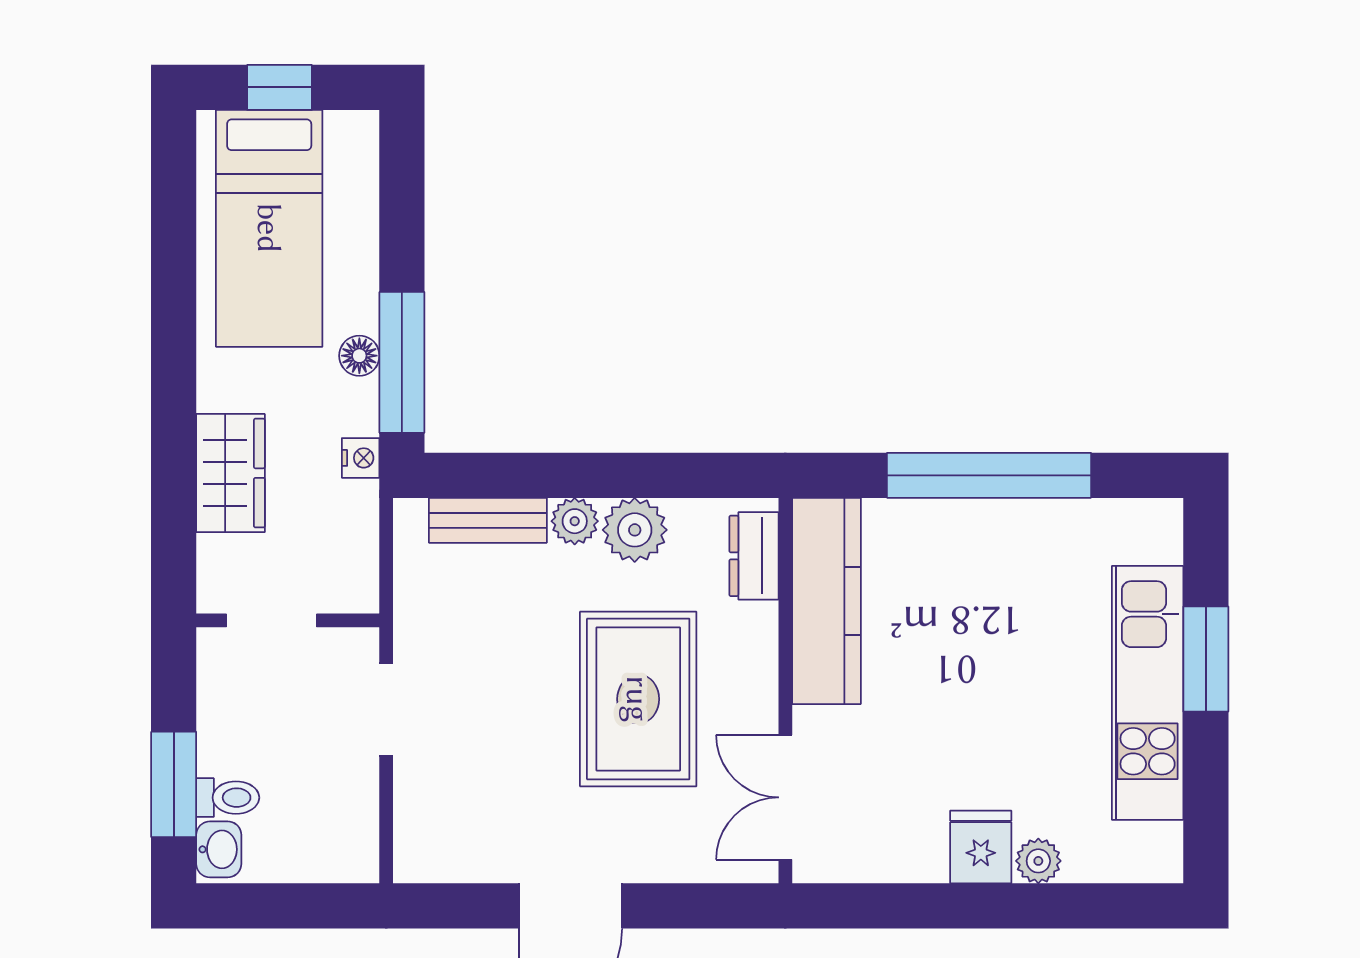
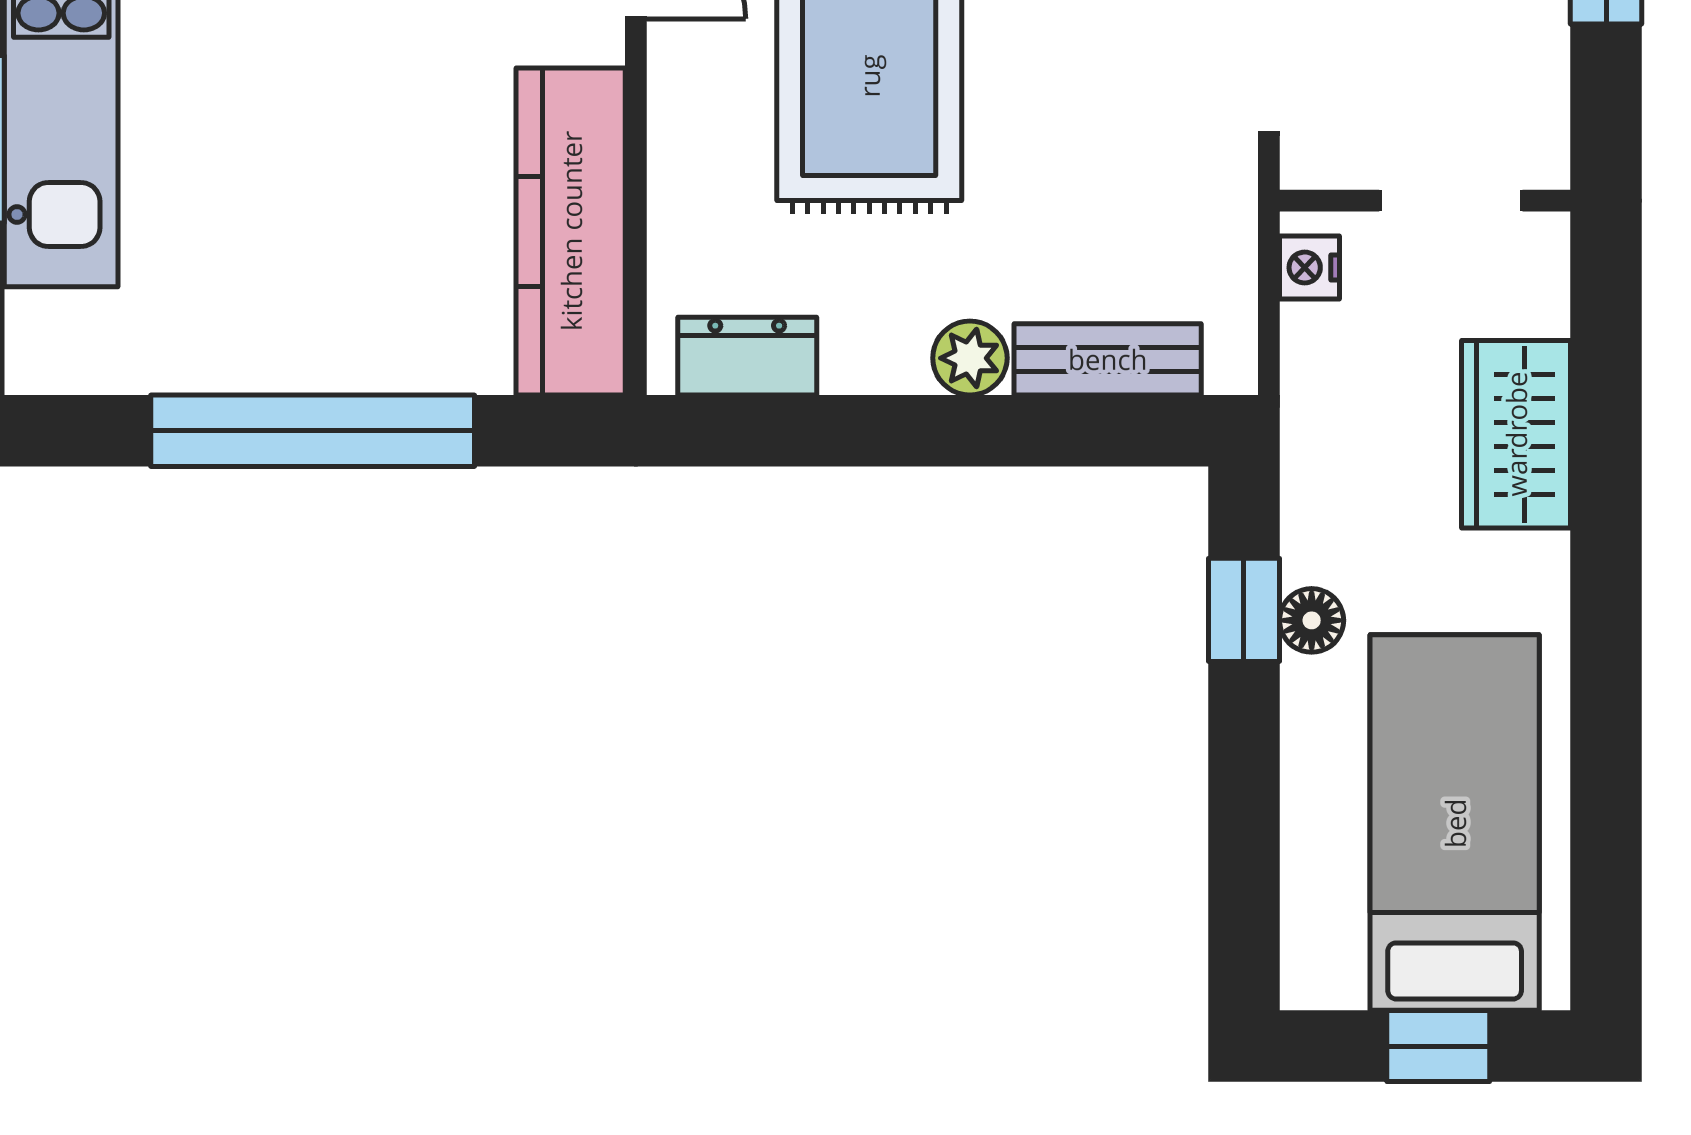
window: (402, 362) -> (1244, 610), width x0.46
nightstand: (361, 458) -> (1309, 268), moved
plant: (635, 530) -> (875, 344), removed
dresser: (754, 556) -> (747, 356), moved, turned -90

